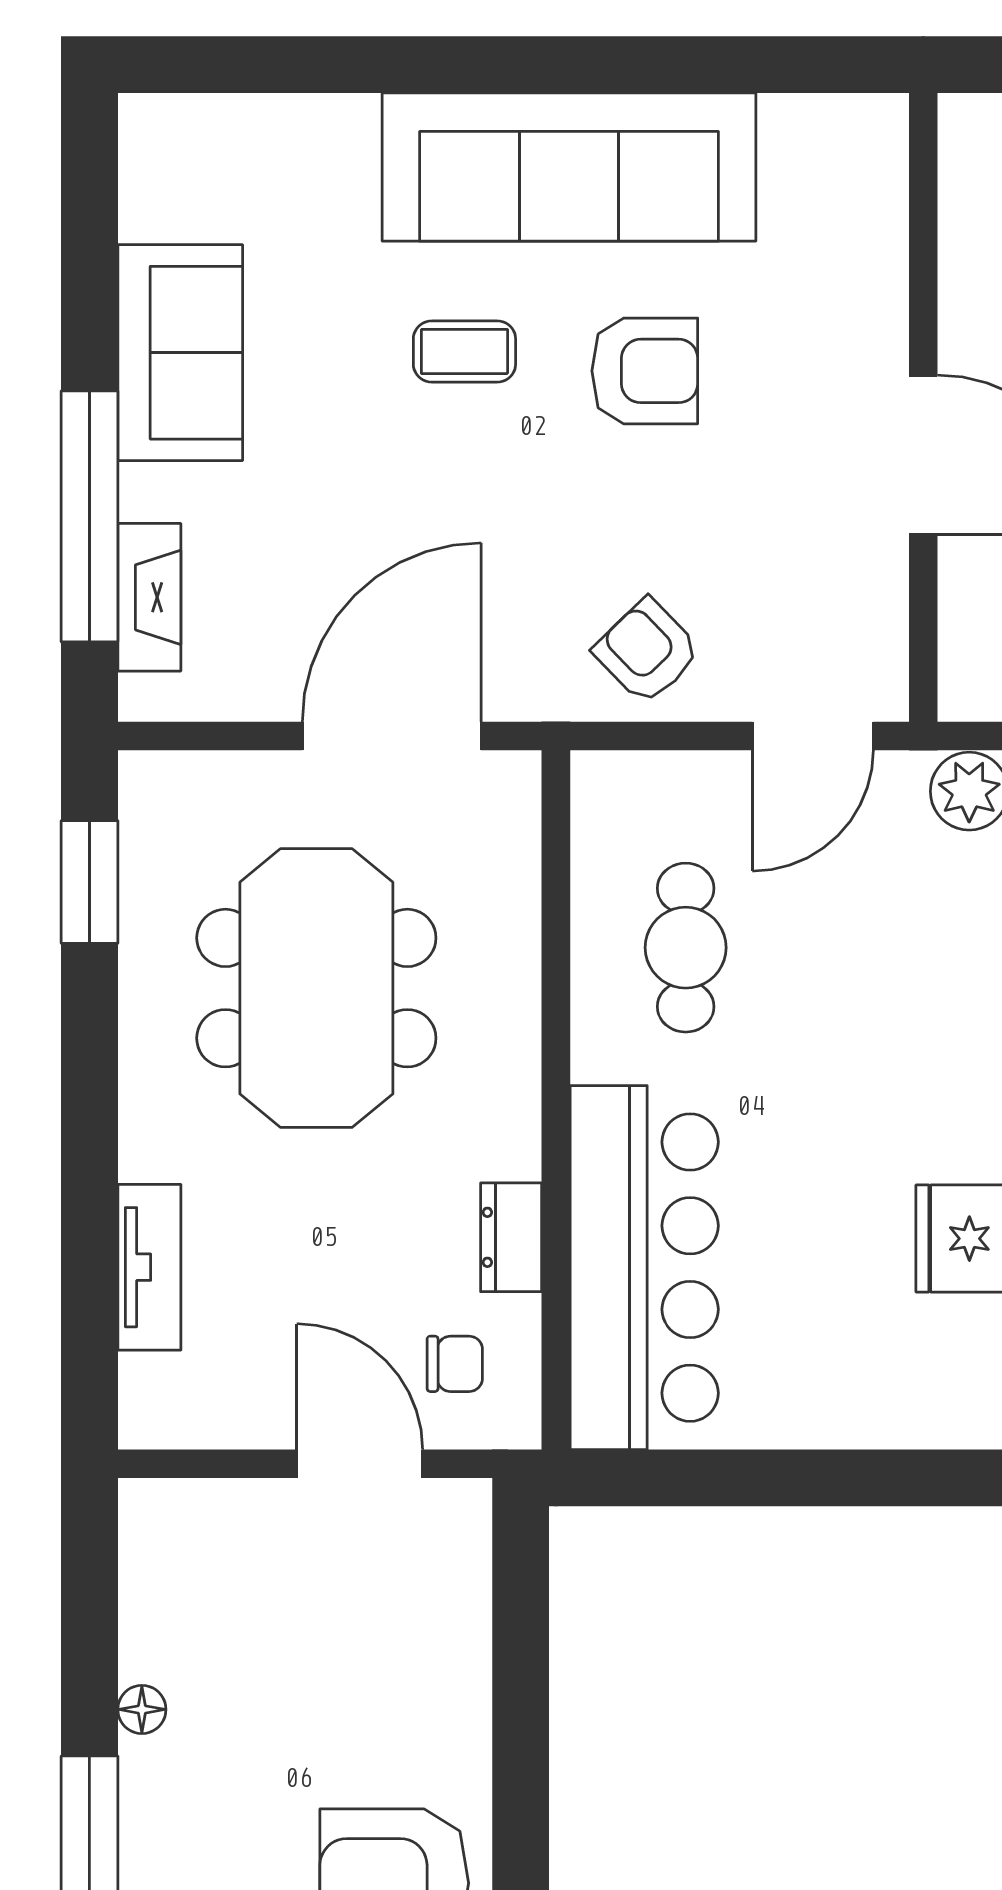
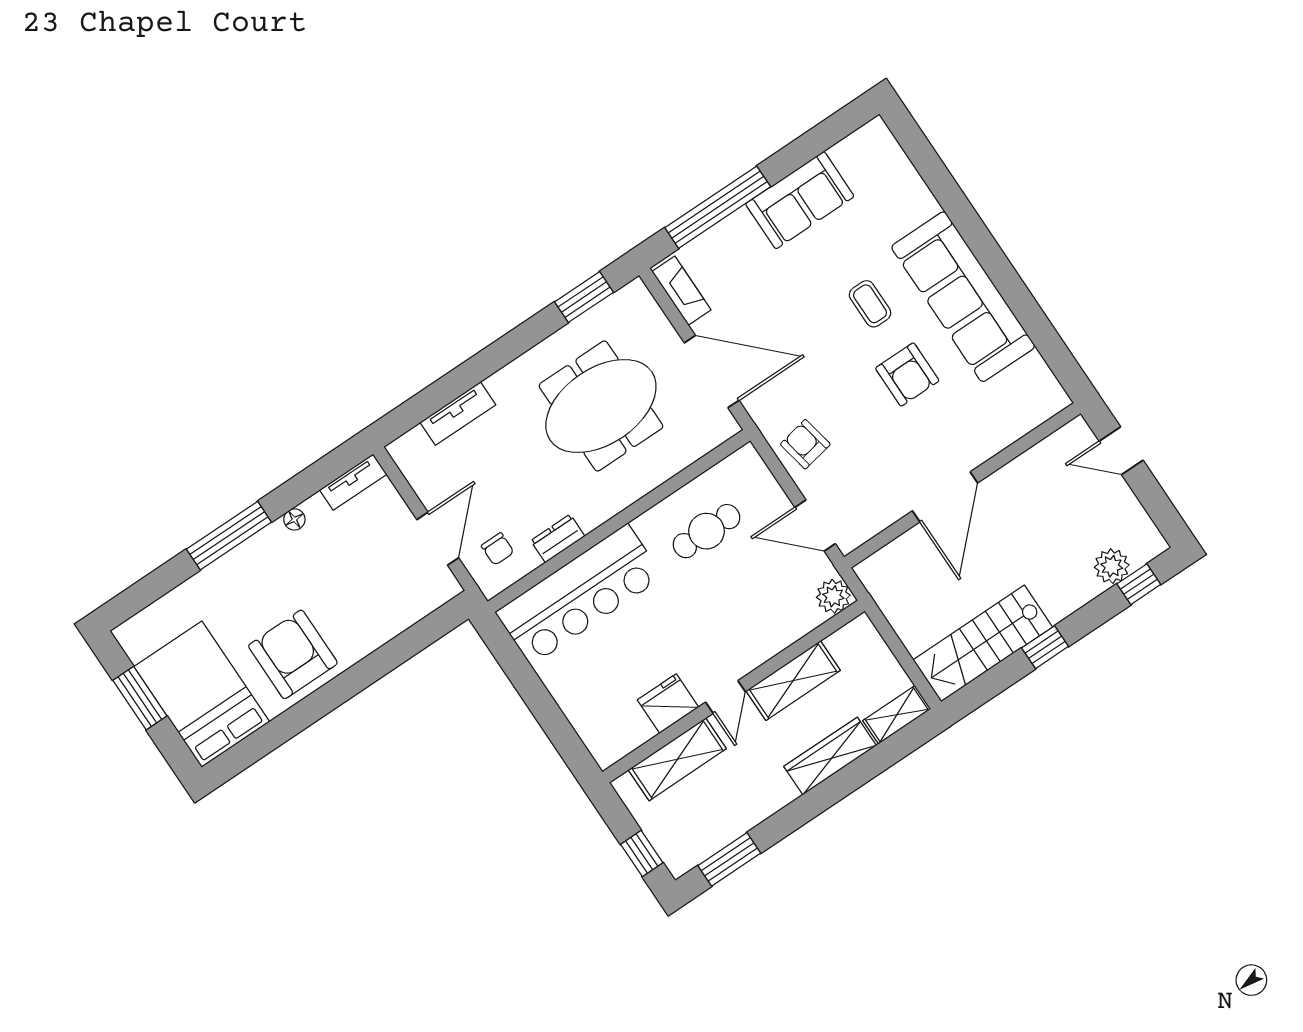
fireplace: (149, 597) -> (682, 291), moved, turned -90
armchair: (647, 651) -> (805, 444), turned -57
tv unit: (146, 1551) -> (353, 482), added

